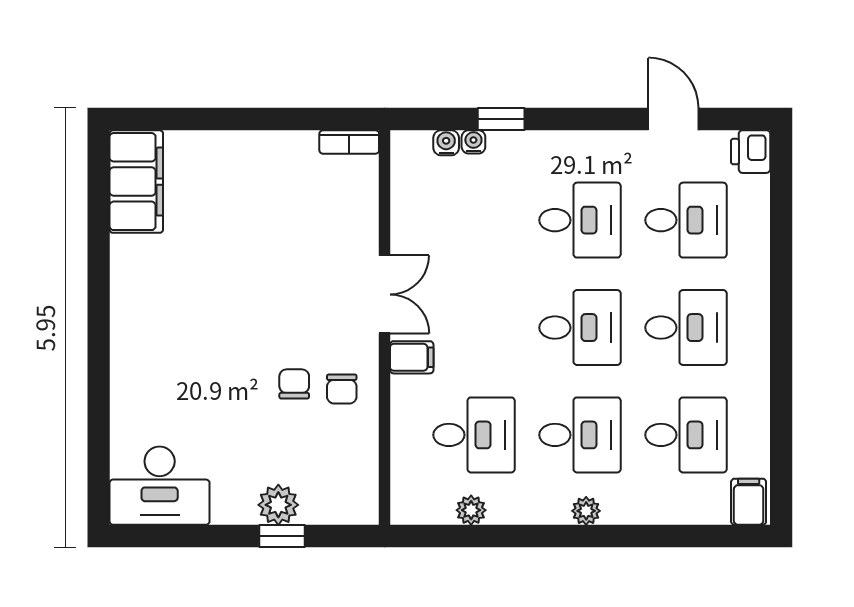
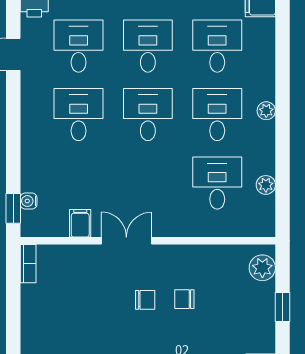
window: (501, 119) -> (13, 208), moved
water cooler: (473, 142) -> (28, 183), removed
filing cabinet: (412, 357) -> (80, 223), moved
chair: (342, 389) -> (145, 300), moved
plant: (278, 505) -> (262, 268), moved

